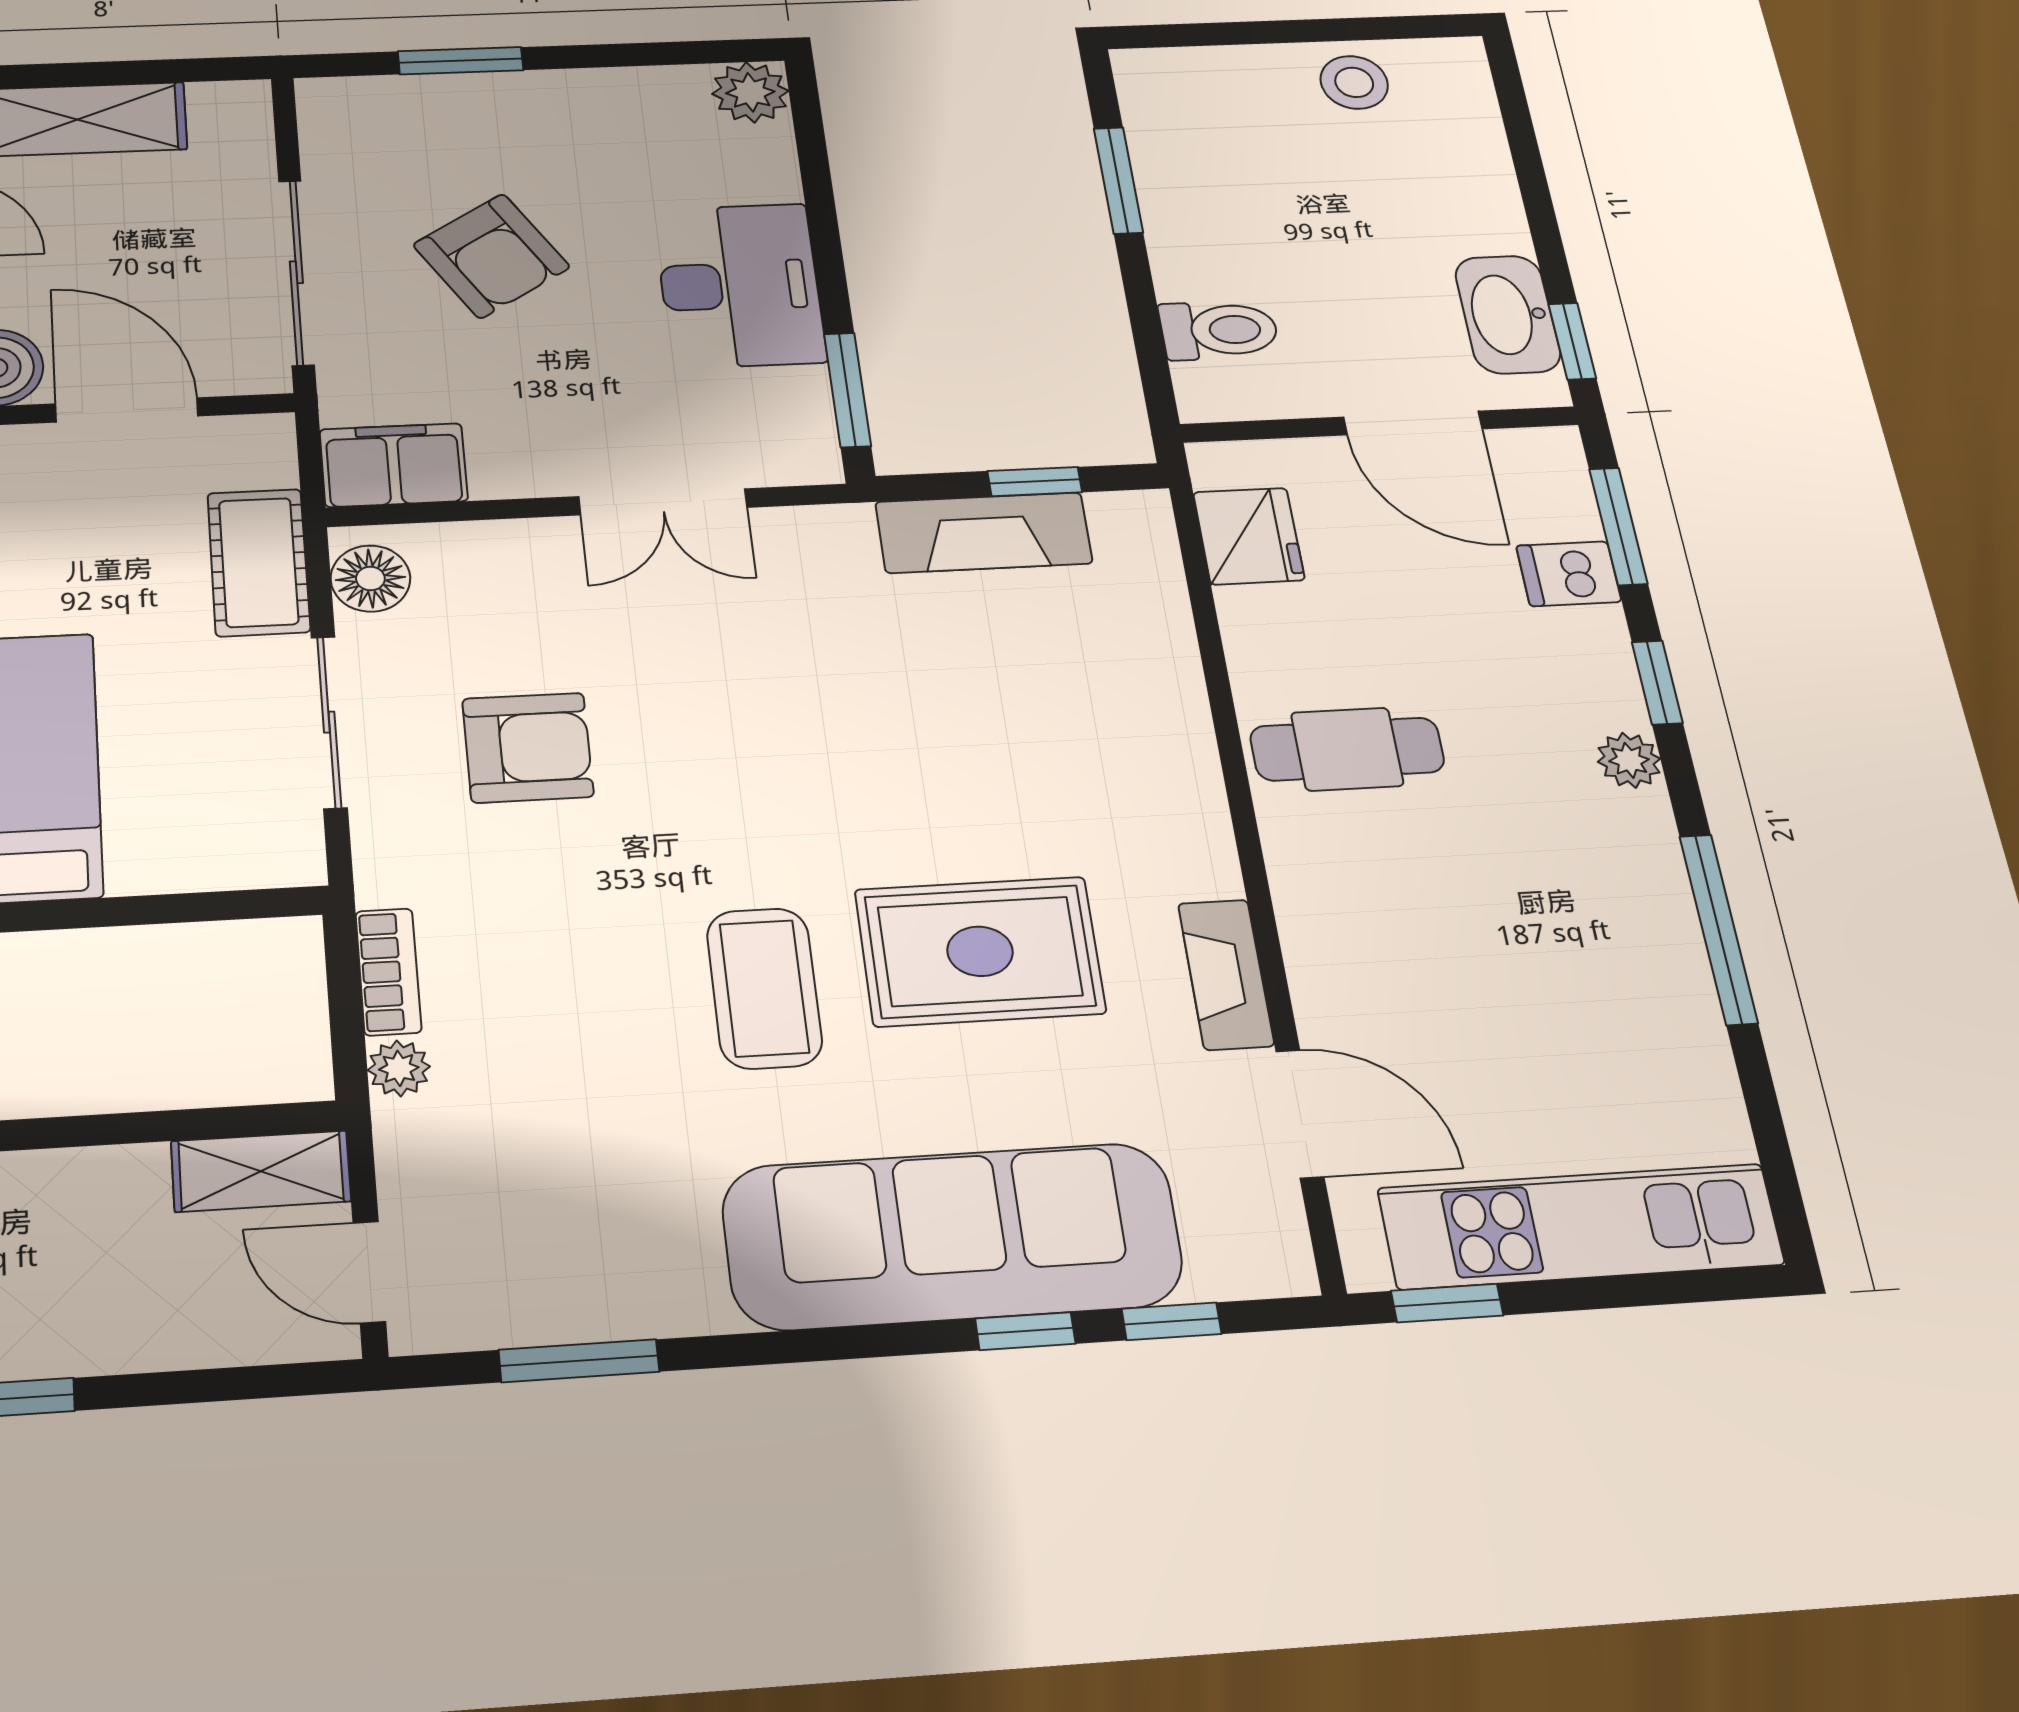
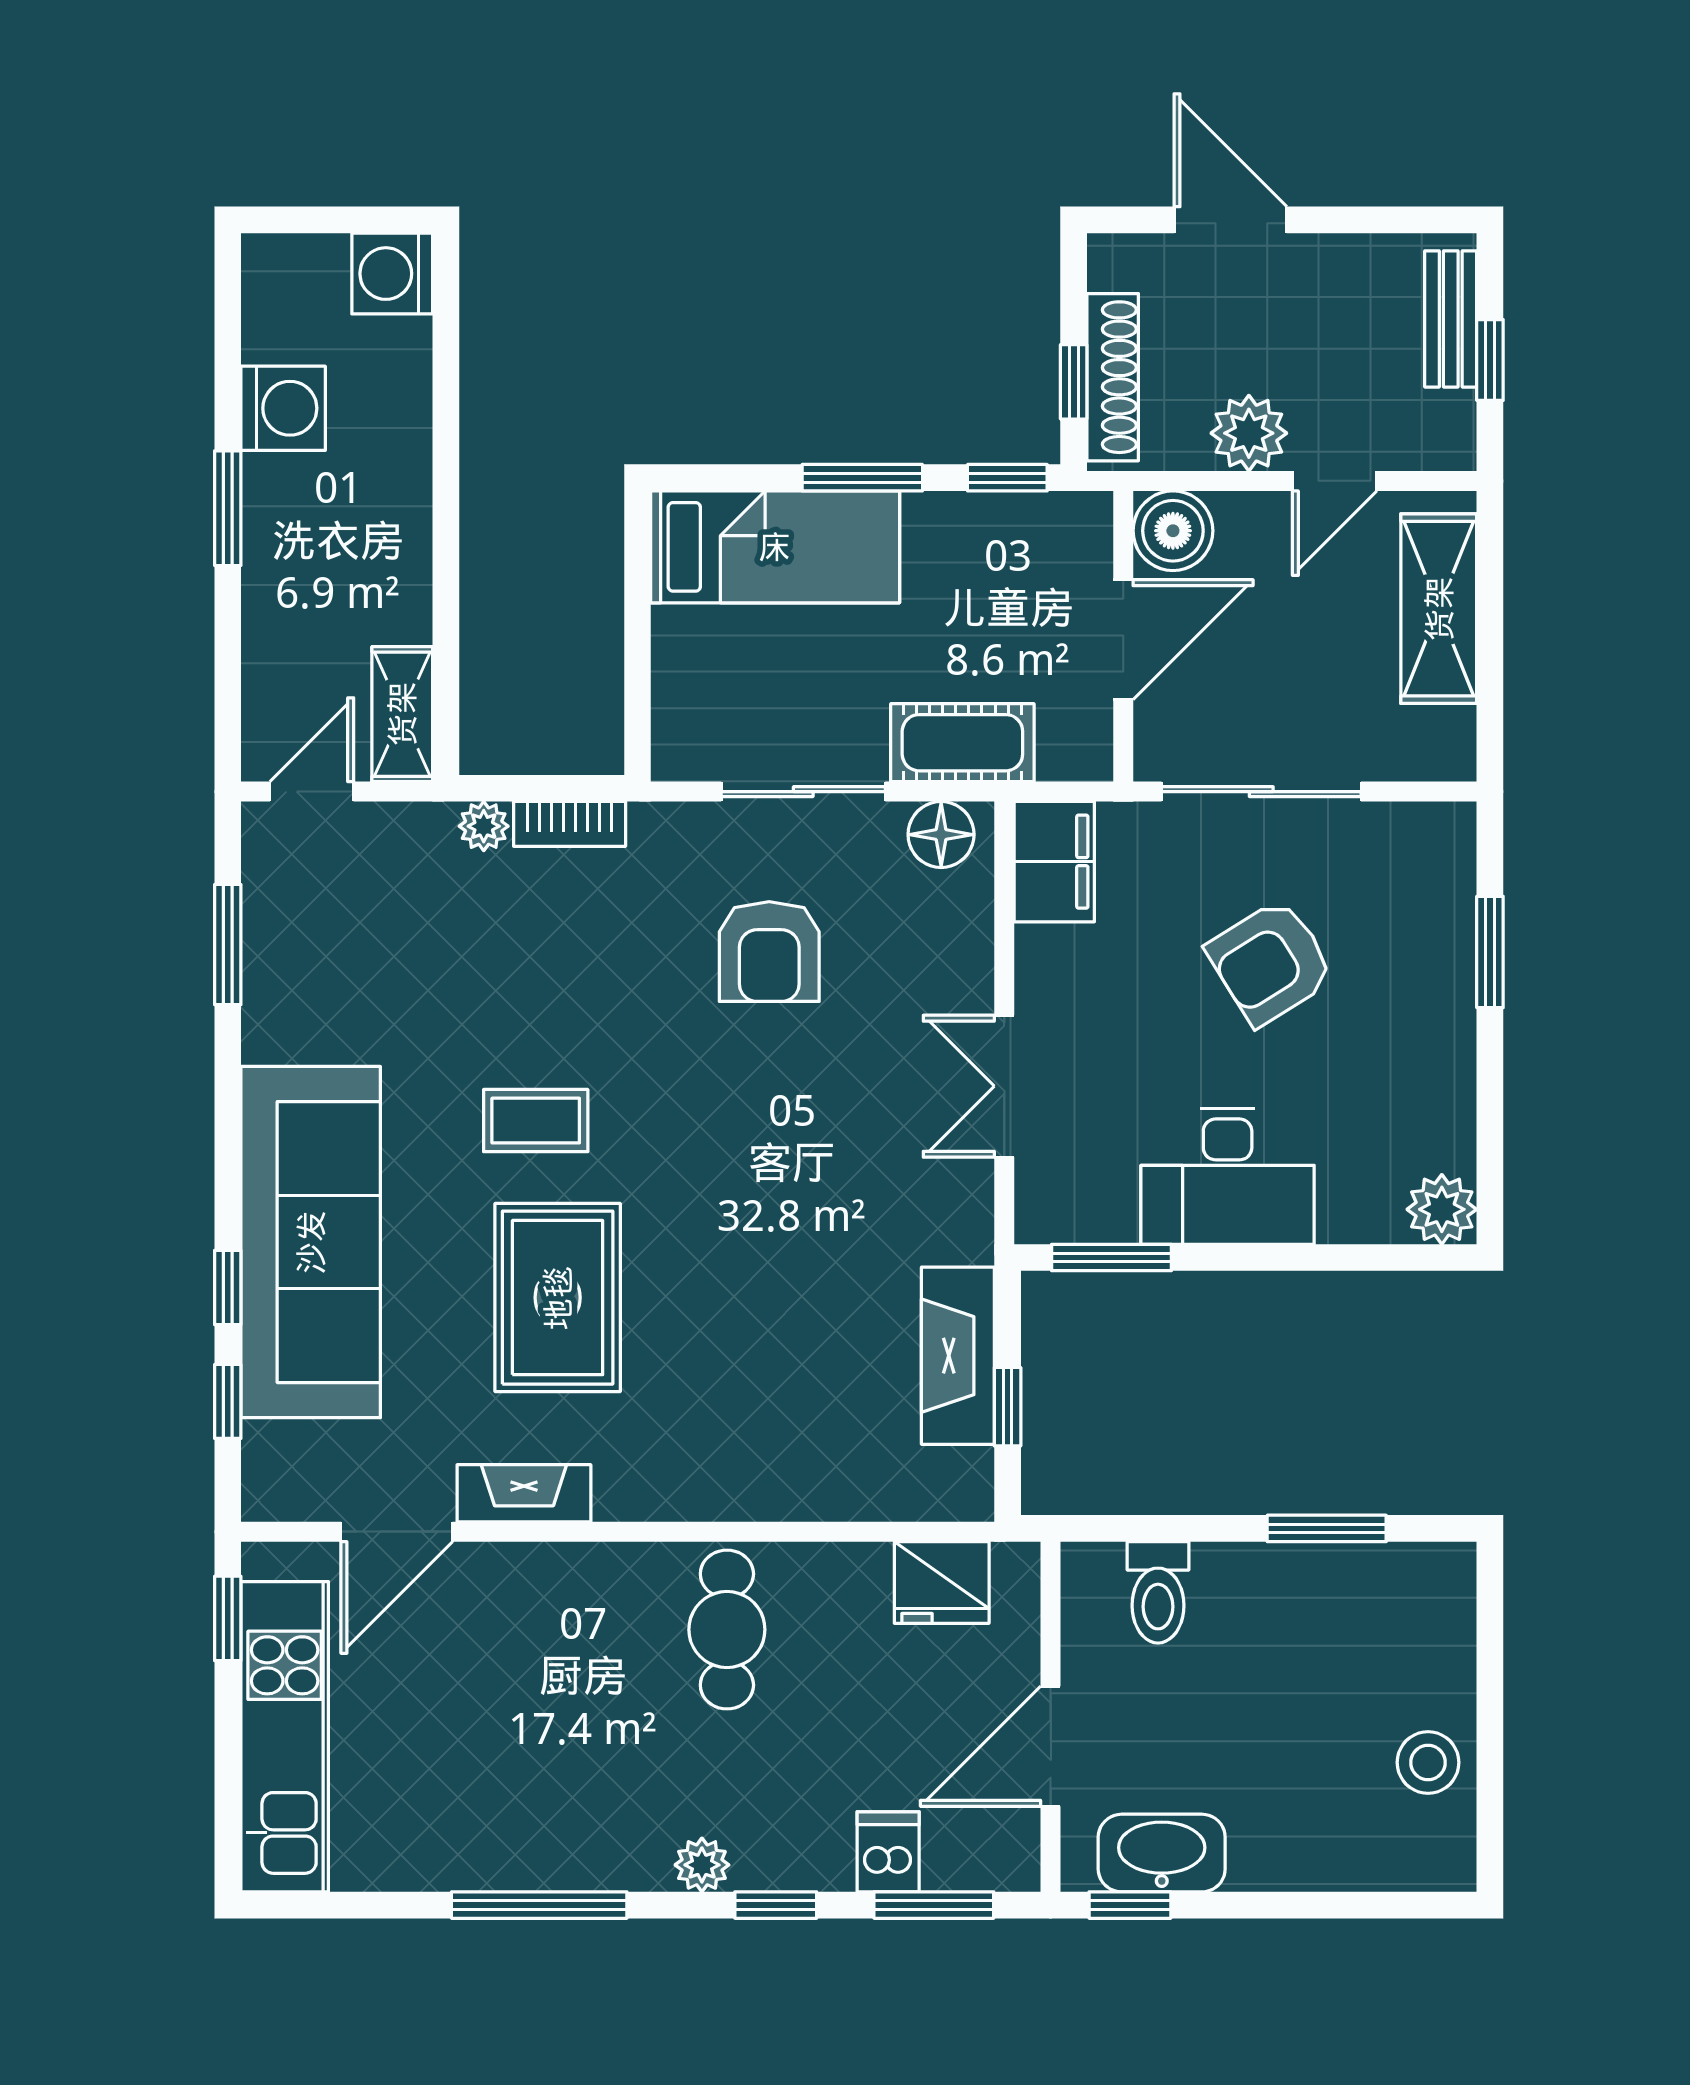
coffee table: (764, 988) -> (536, 1121), width x0.73, depth x0.77

